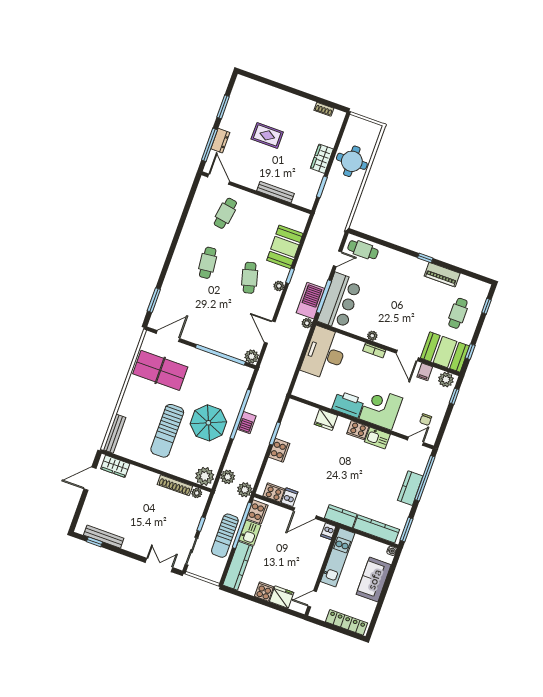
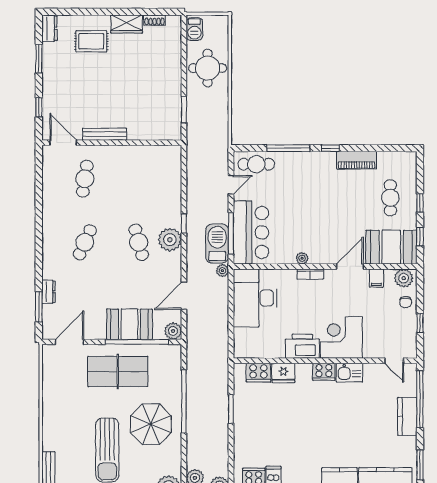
rug: (267, 135) -> (91, 41), moved
dresser: (220, 141) -> (49, 28), moved
window: (209, 145) -> (39, 107), width x0.46
wardrobe: (322, 159) -> (127, 24), moved, turned -90
bench: (276, 192) -> (105, 134), moved
window: (392, 246) -> (288, 148), added
booth: (285, 247) -> (130, 324), moved, turned 90
cafe table: (208, 263) -> (85, 242), turned 30
plant: (279, 286) -> (170, 240), width x1.88, depth x1.88
dresser: (166, 291) -> (49, 292), added
window: (486, 306) -> (420, 203), moved
door: (270, 332) -> (184, 296), hinge flipped
door: (407, 356) -> (350, 267), swing flipped
table tennis table: (160, 370) -> (118, 371), moved
window: (454, 396) -> (420, 323), moved
chair: (426, 420) -> (406, 302), moved
barbecue: (247, 423) -> (194, 29), moved
door: (416, 441) -> (394, 361), swing flipped
cooker: (279, 450) -> (258, 372), moved, turned 90

